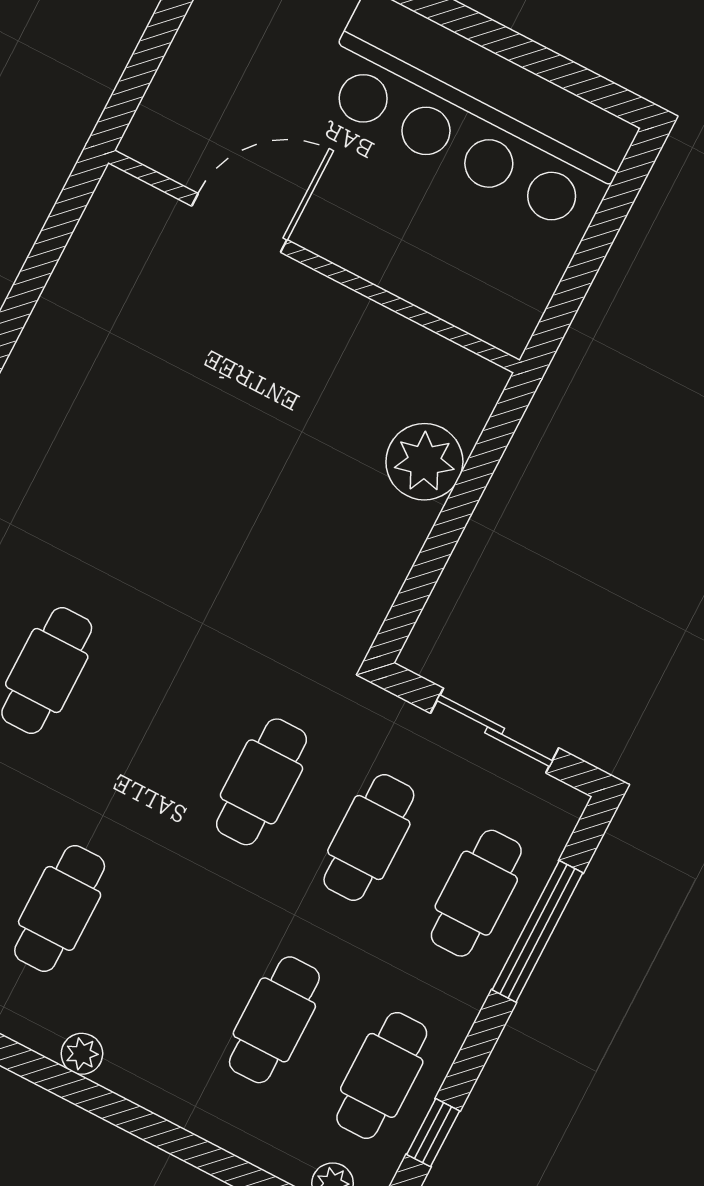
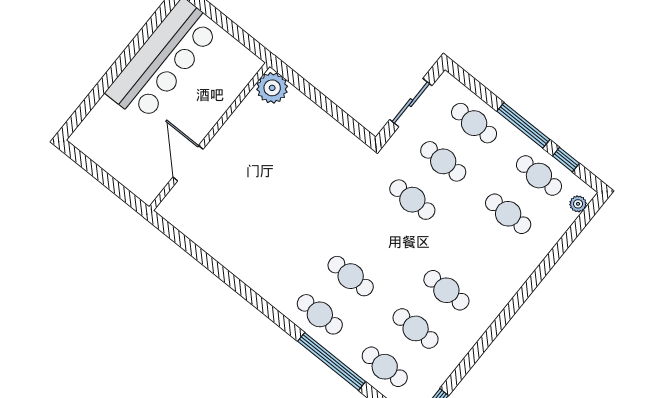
plant: (424, 462) -> (272, 88), moved
window: (538, 931) -> (523, 125), moved
plant: (82, 1054) -> (506, 293), removed

